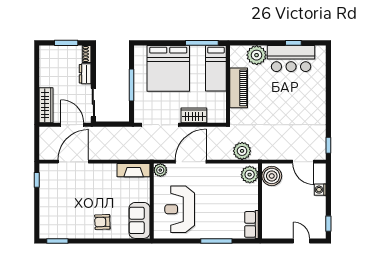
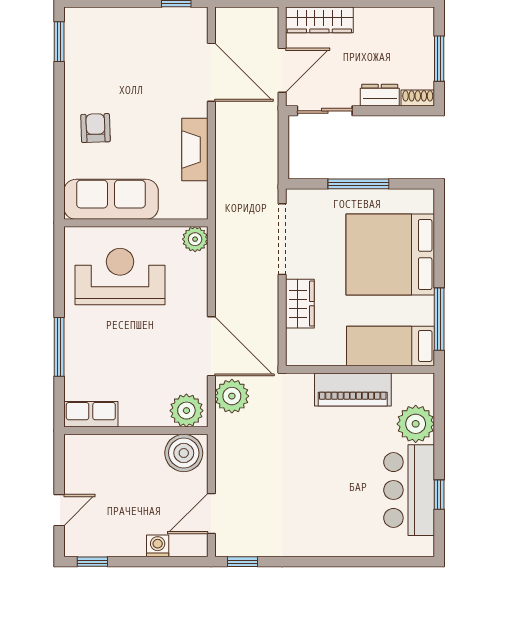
door: (191, 162) -> (211, 346), moved
fireplace: (134, 170) -> (195, 150), moved
sofa: (139, 220) -> (111, 199), width x1.36

